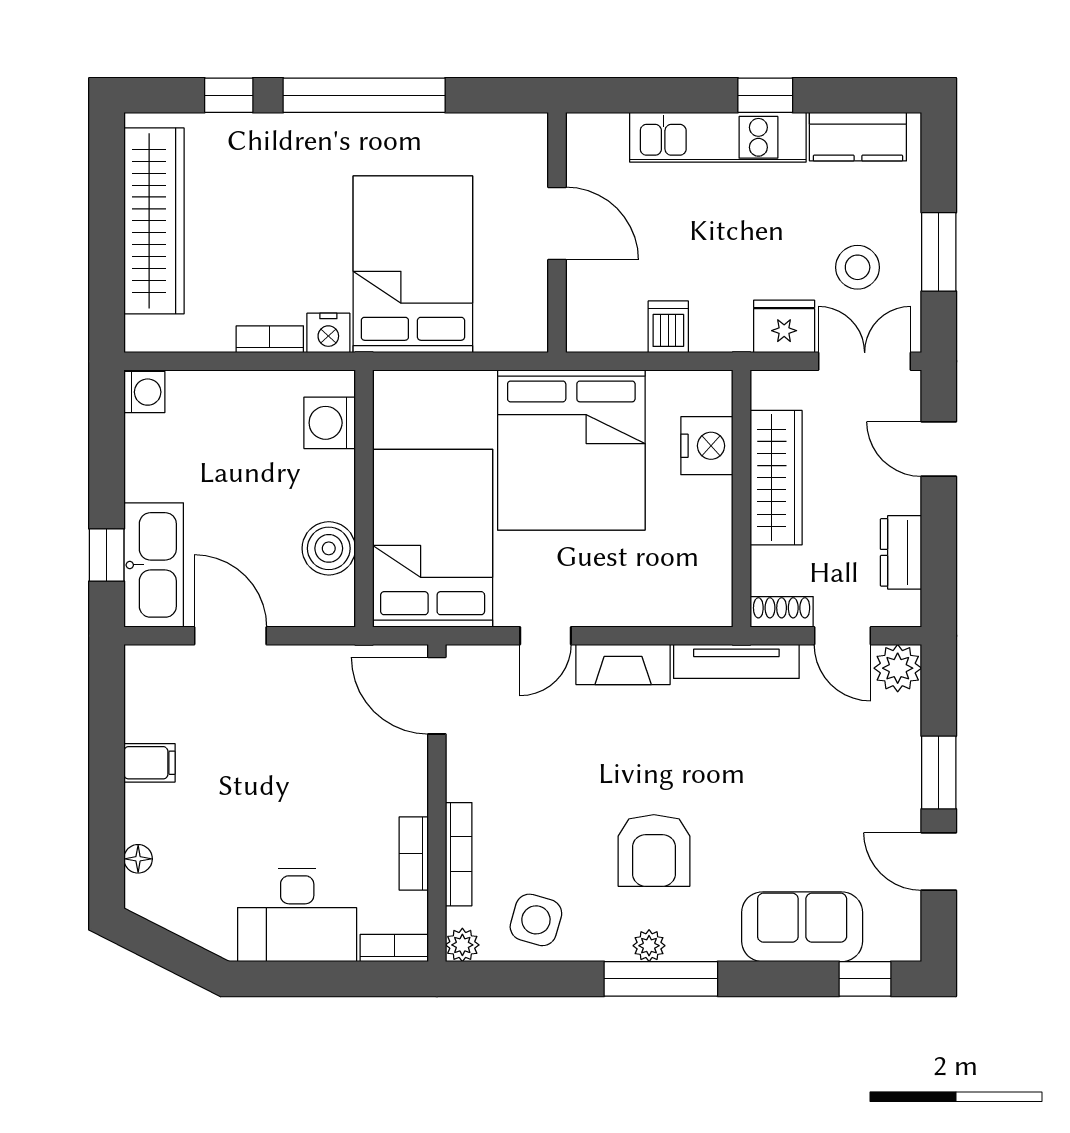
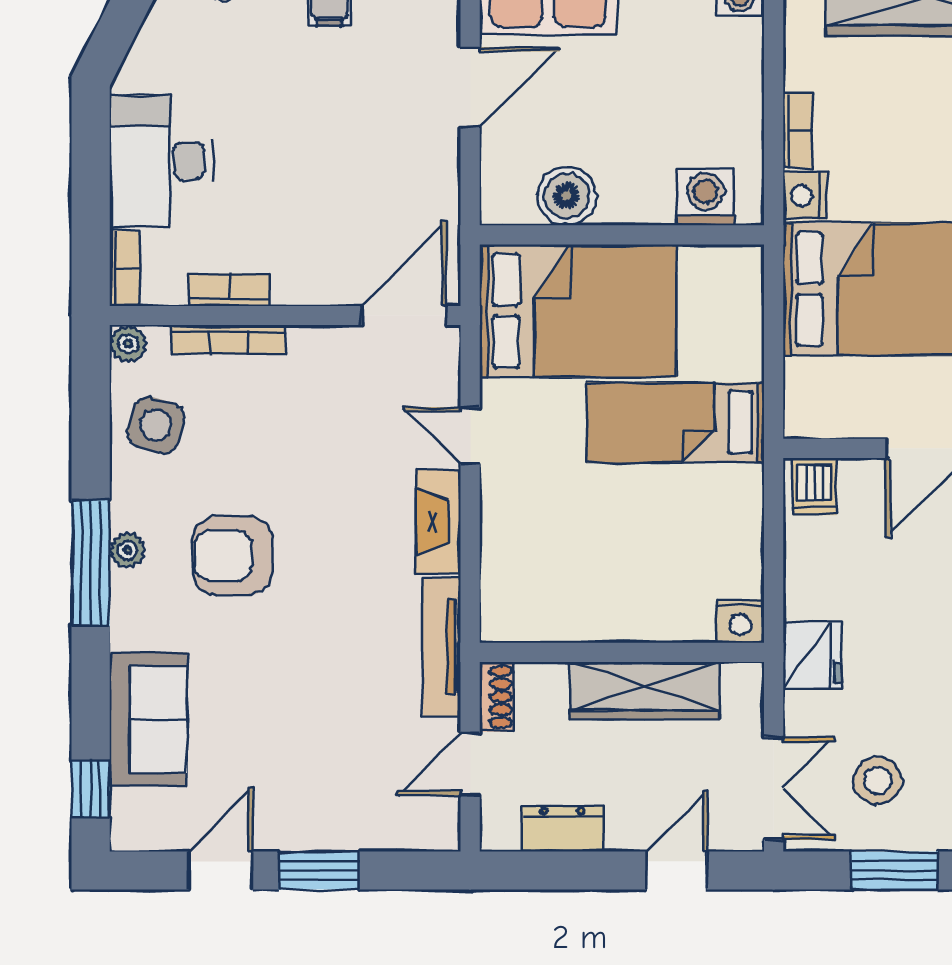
fridge: (784, 326) -> (812, 655), moved
dishwasher: (668, 327) -> (814, 486), moved, turned 90
nightstand: (707, 446) -> (741, 621), moved, width x0.74, depth x0.75
bed: (571, 450) -> (676, 423), width x0.49
plant: (898, 668) -> (434, 825), removed

